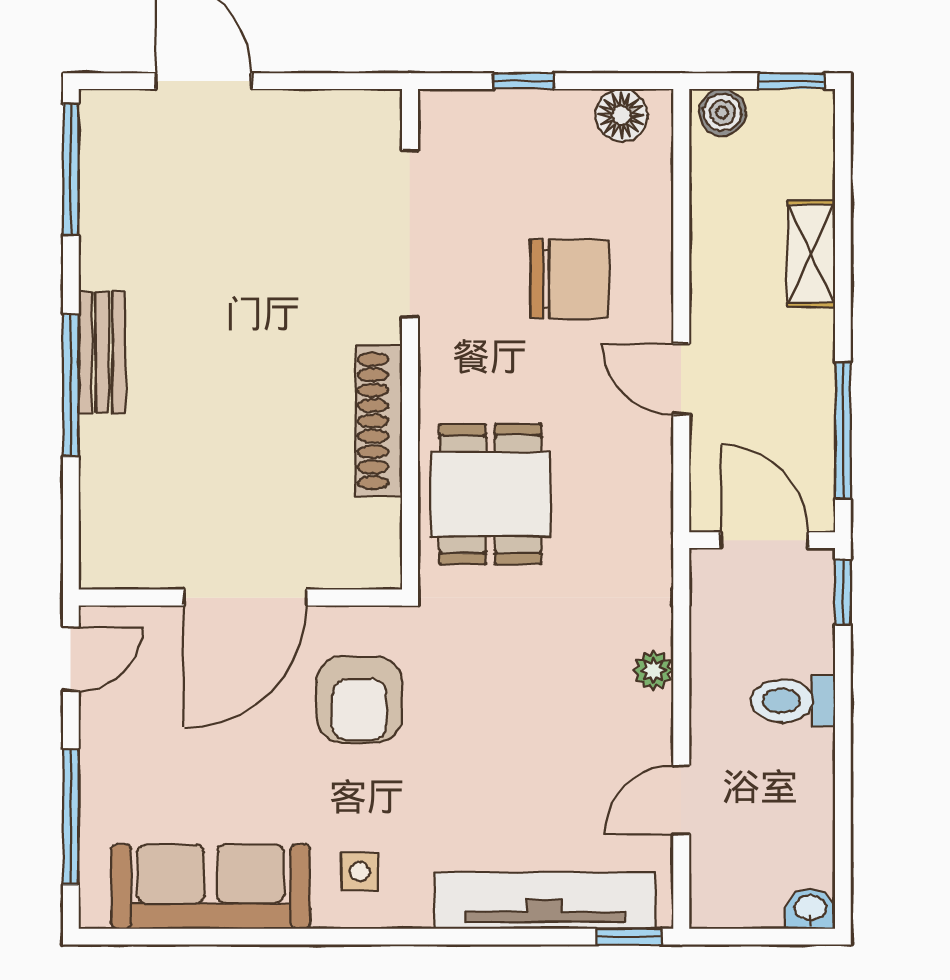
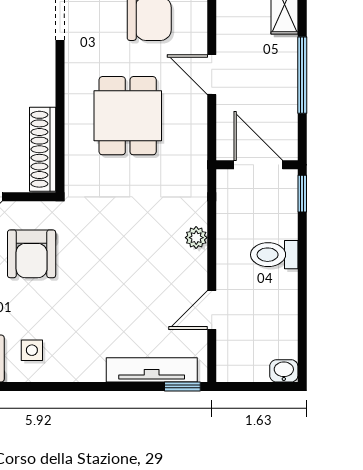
shoe rack: (379, 421) -> (43, 149), moved
window: (843, 430) -> (302, 75), moved
dining table: (490, 494) -> (128, 116), moved
tv unit: (545, 901) -> (152, 370), width x0.73, depth x0.78

